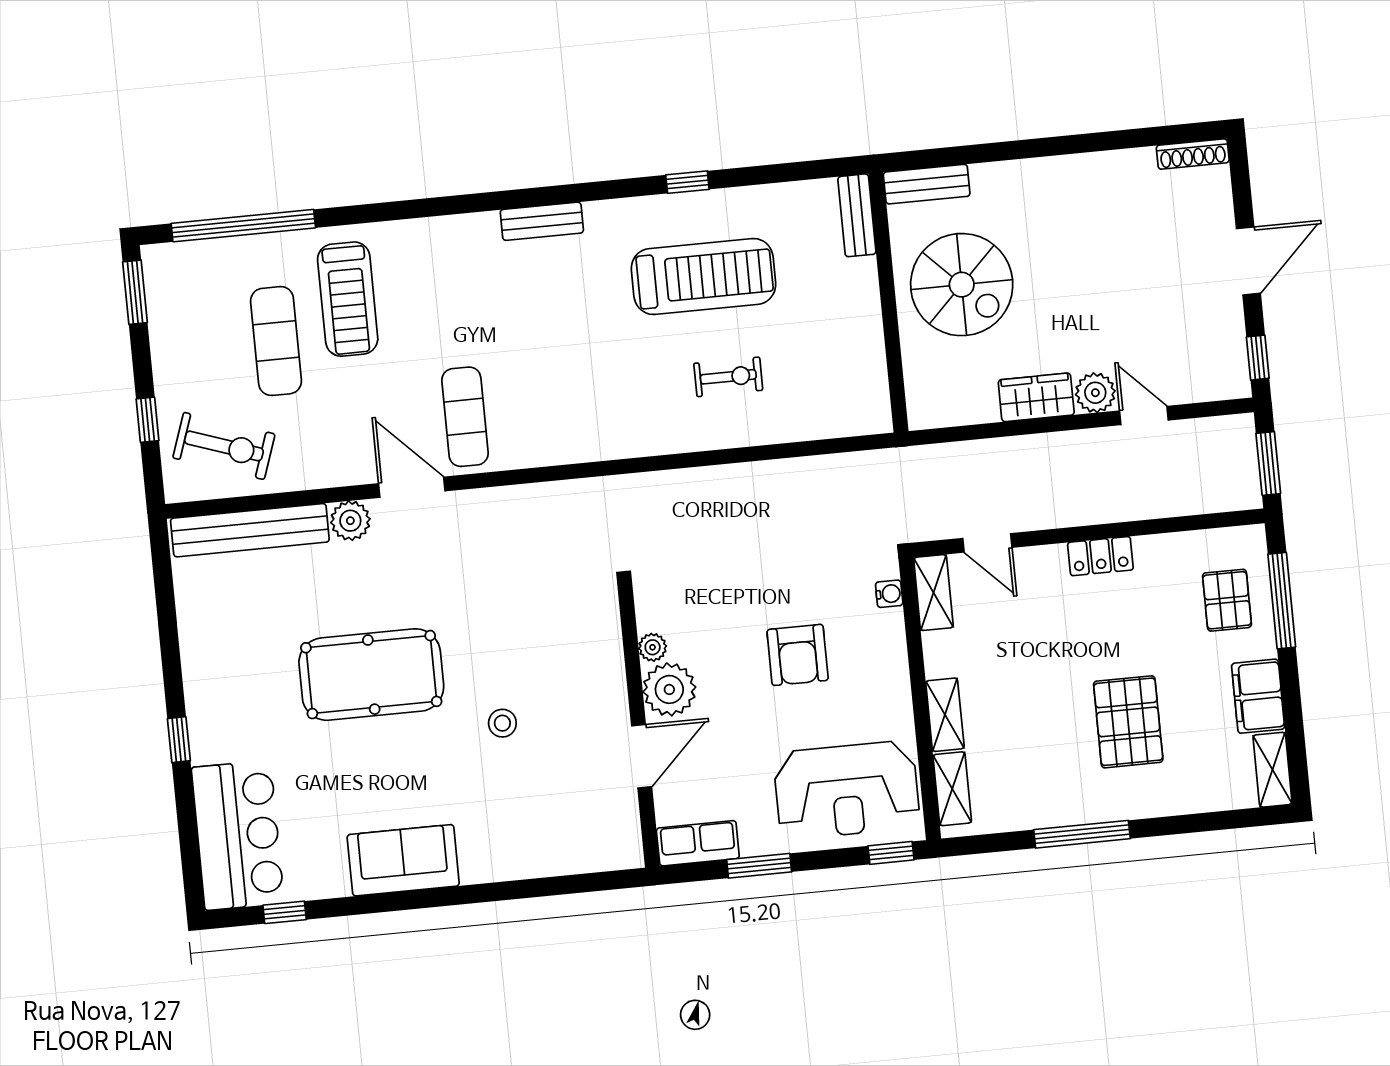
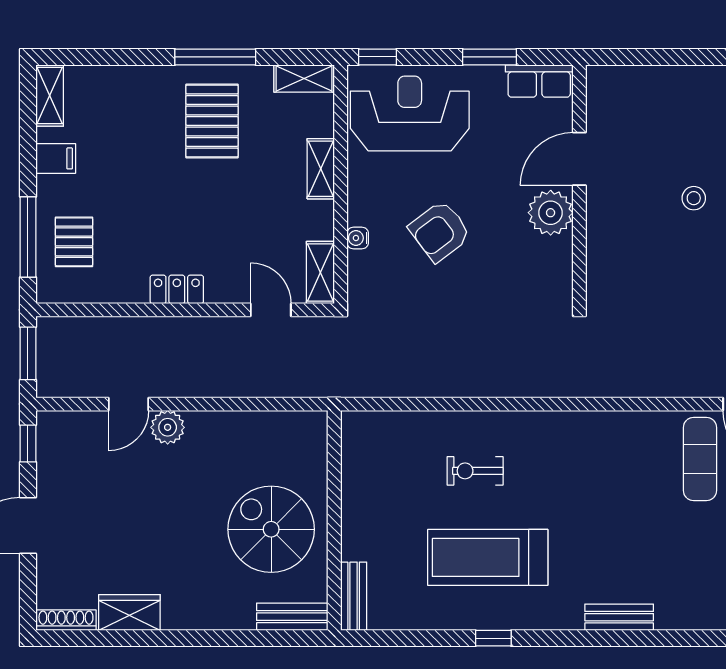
wardrobe: (1036, 397) -> (129, 612), moved, turned 180
door: (1144, 415) -> (129, 404), hinge flipped
water cooler: (889, 594) -> (358, 238), moved
plant: (653, 647) -> (561, 250), removed
armchair: (798, 655) -> (440, 231), turned -127
filing cabinet: (1258, 696) -> (56, 158), width x0.50
pallet: (1128, 722) -> (212, 121), moved
shelving: (952, 789) -> (304, 78), moved, turned 90

